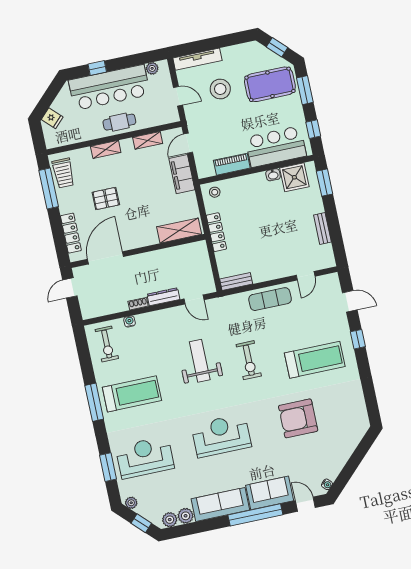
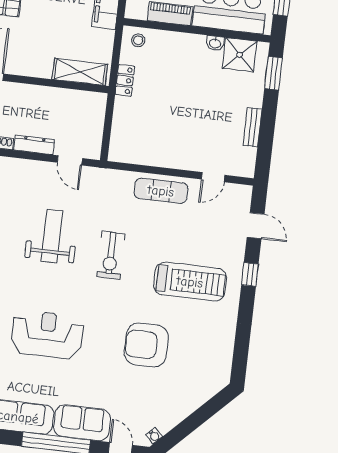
locker: (216, 232) -> (125, 80), width x0.66
bench: (236, 282) -> (128, 156), removed

